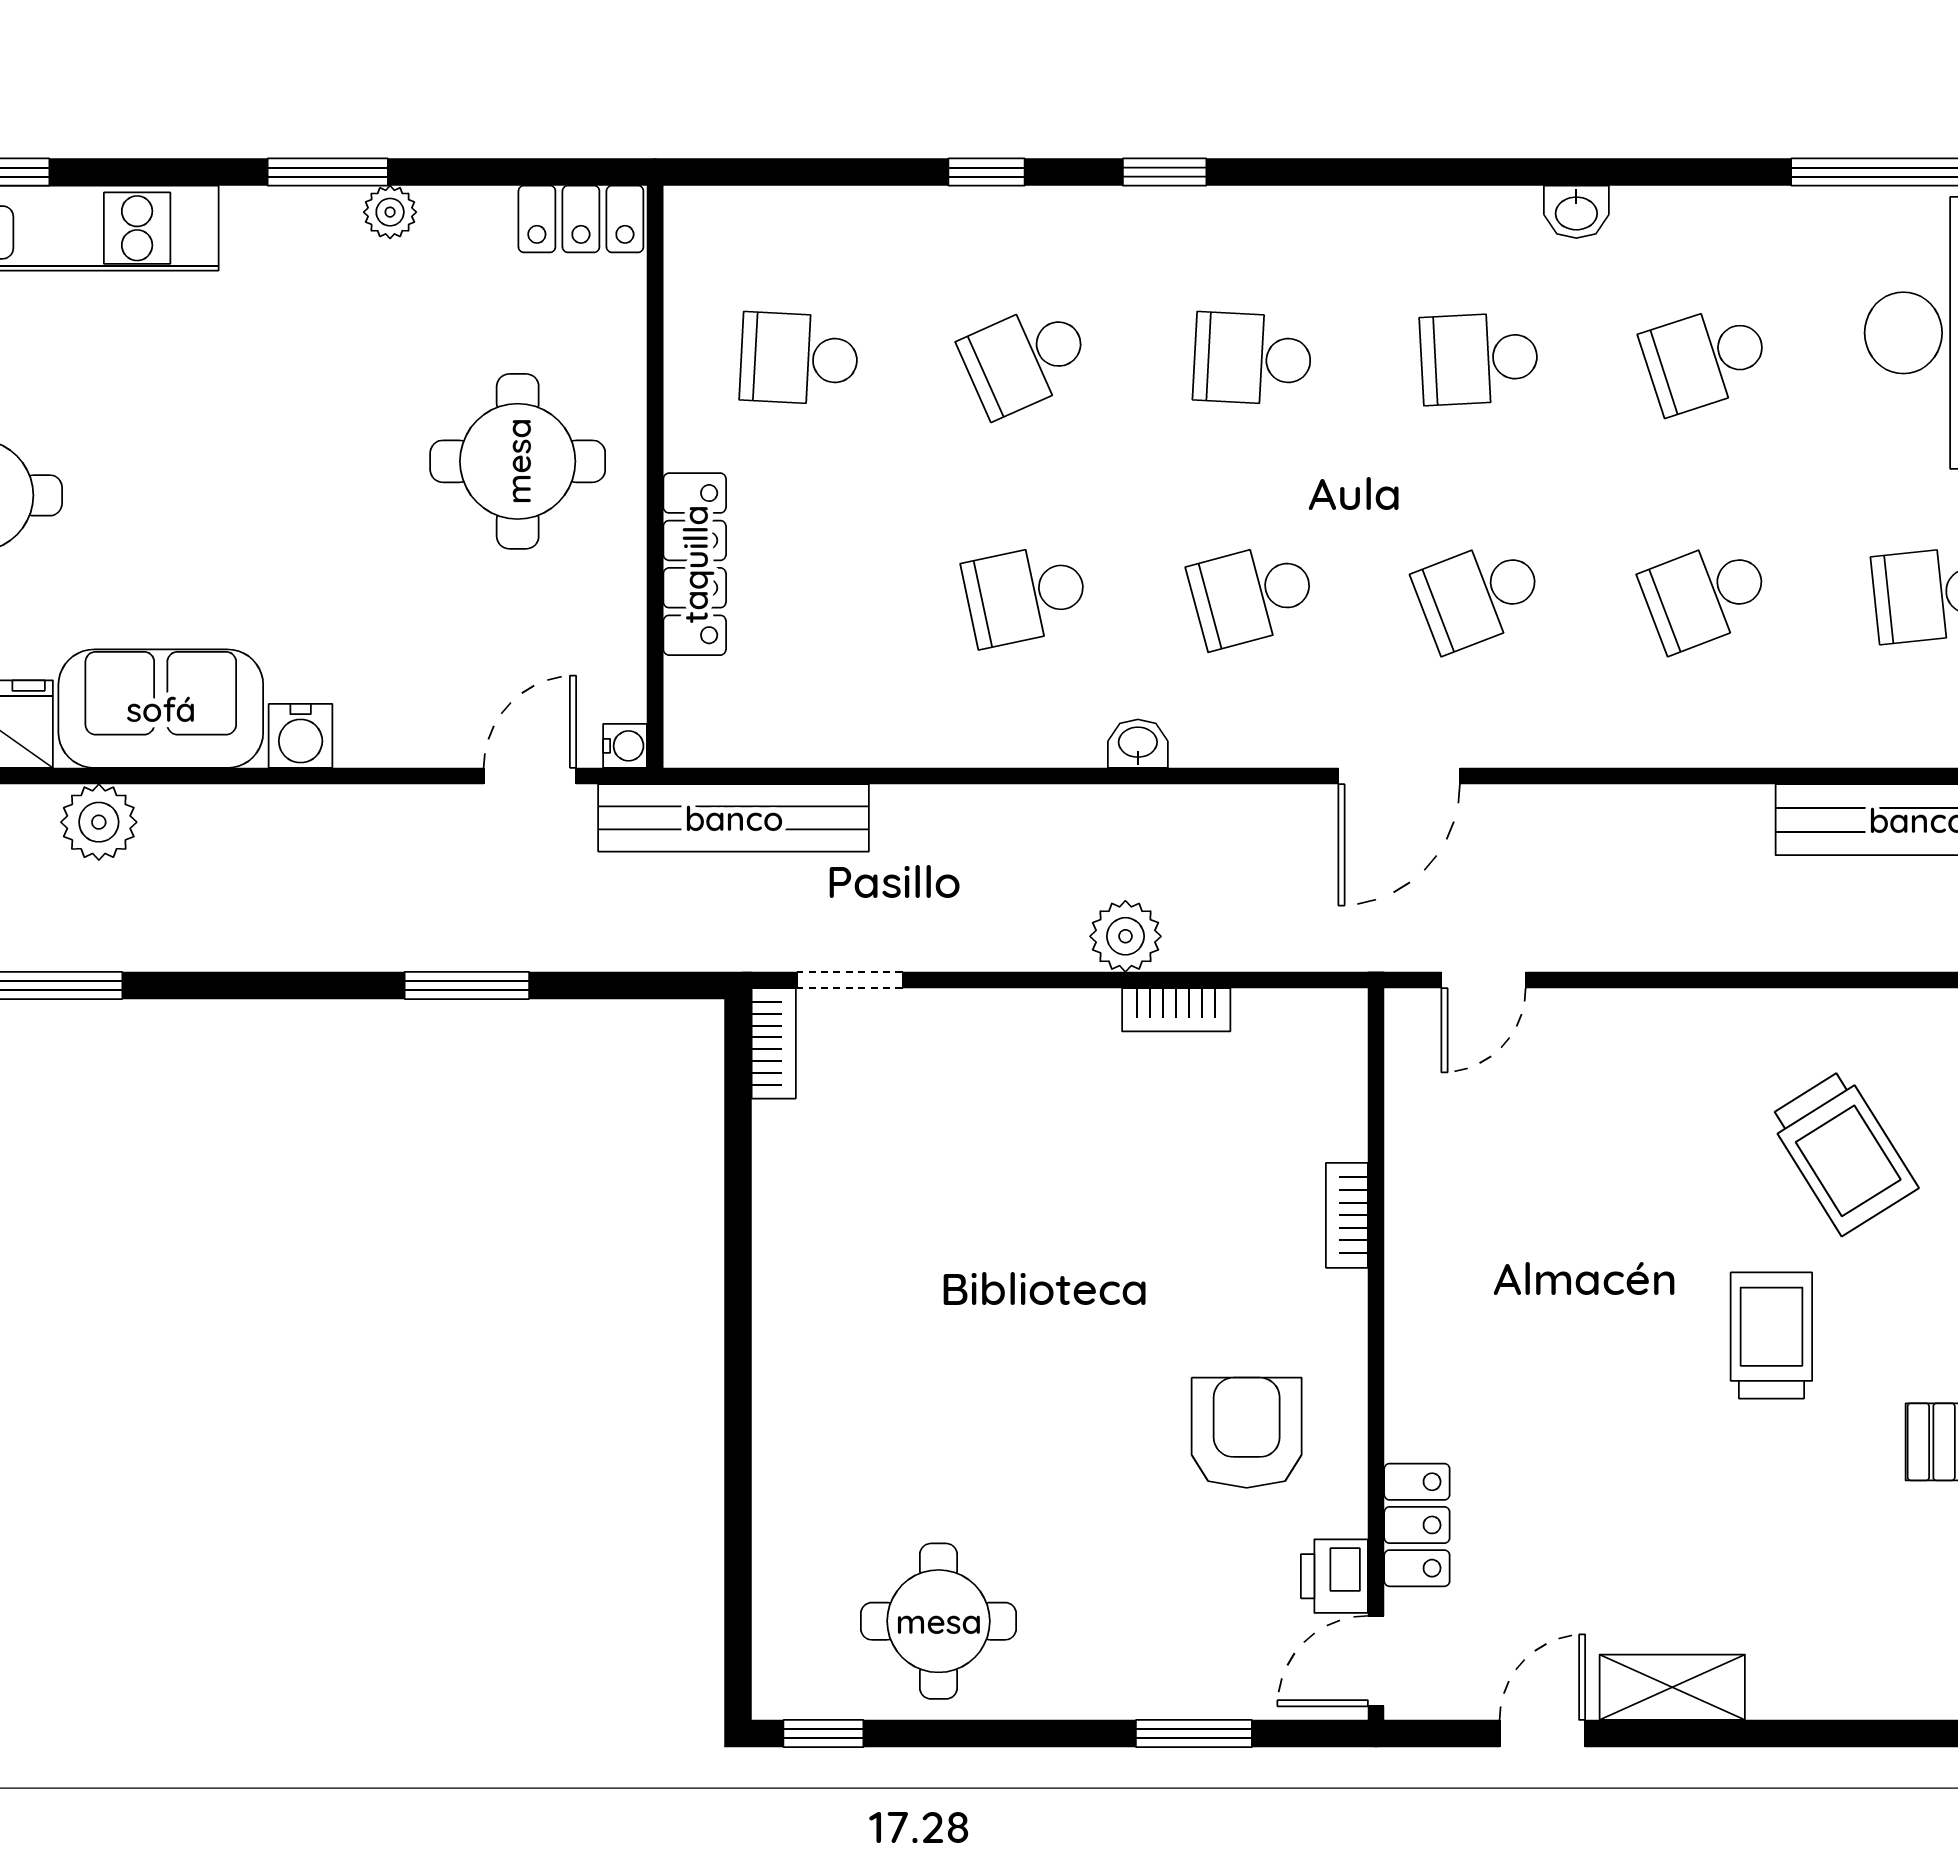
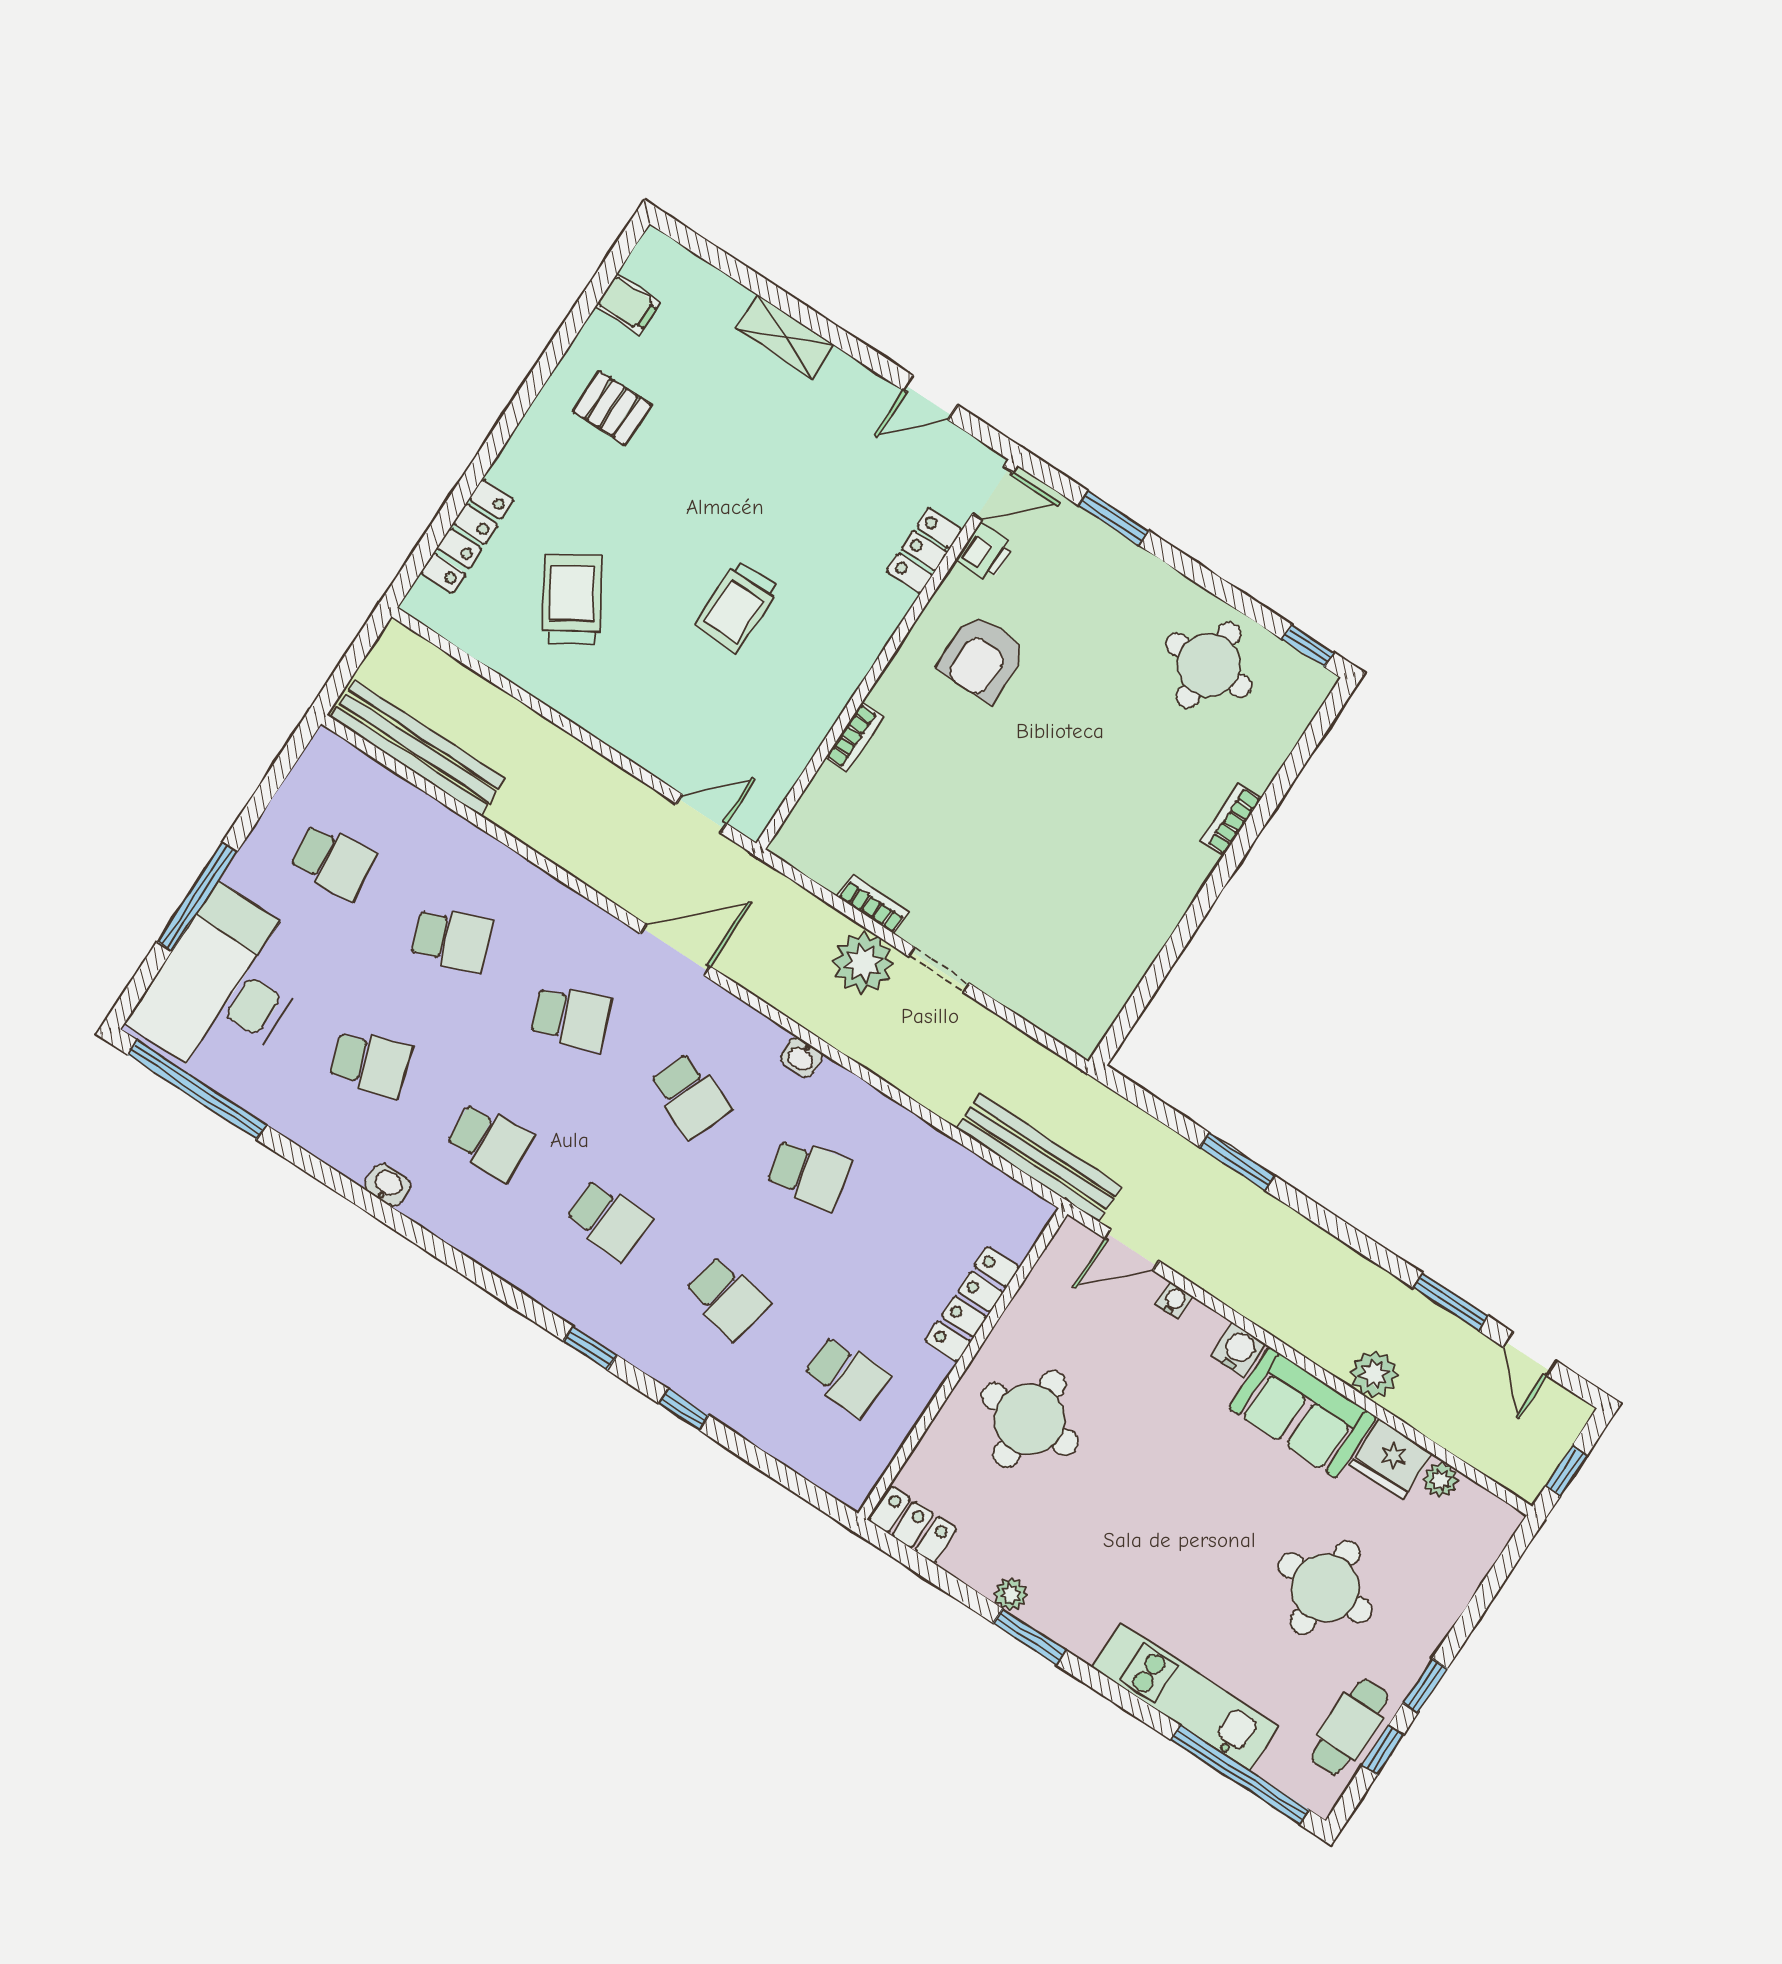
school desk: (1026, 359) -> (727, 1298), turned 36
school desk: (1253, 595) -> (690, 1096), turned 36
water cooler: (625, 746) -> (1174, 1300), moved, turned 90
plant: (1125, 936) -> (863, 963), width x1.36, depth x1.36
doorway: (850, 980) -> (939, 970), moved
bookcase: (774, 1043) -> (1231, 820), moved
trolley: (1771, 1336) -> (737, 607), moved
shelving: (1672, 1687) -> (785, 337), moved

